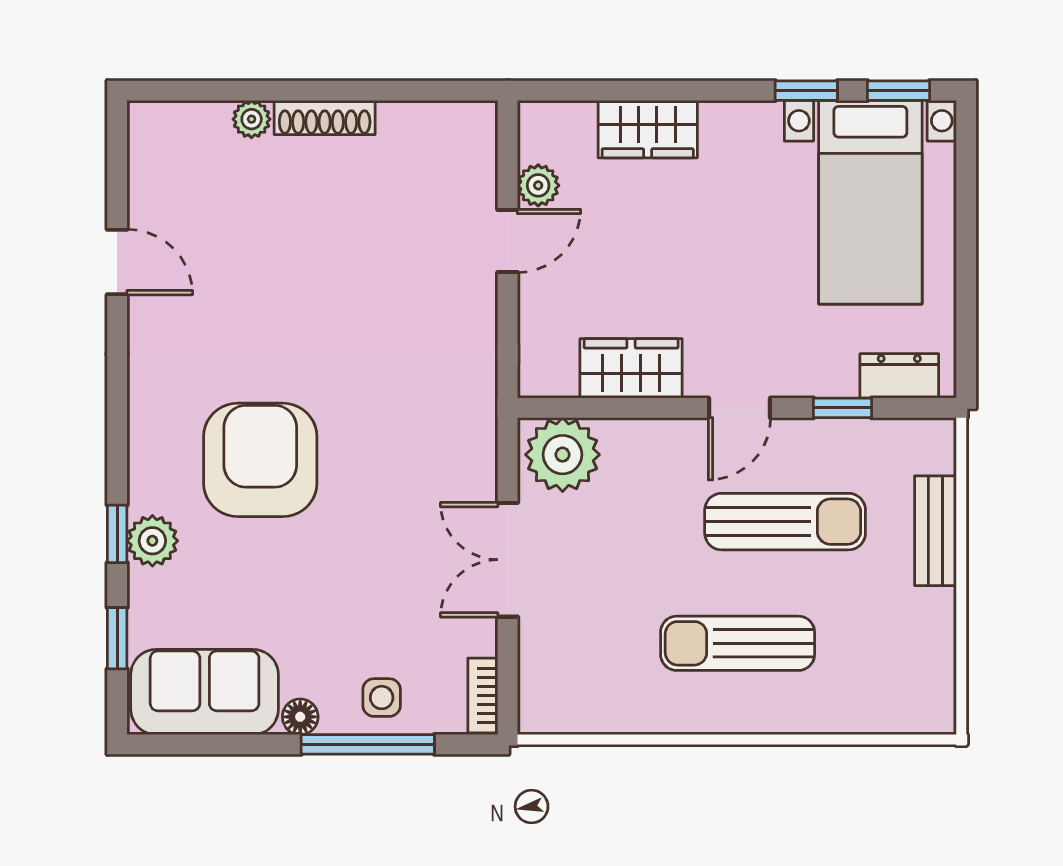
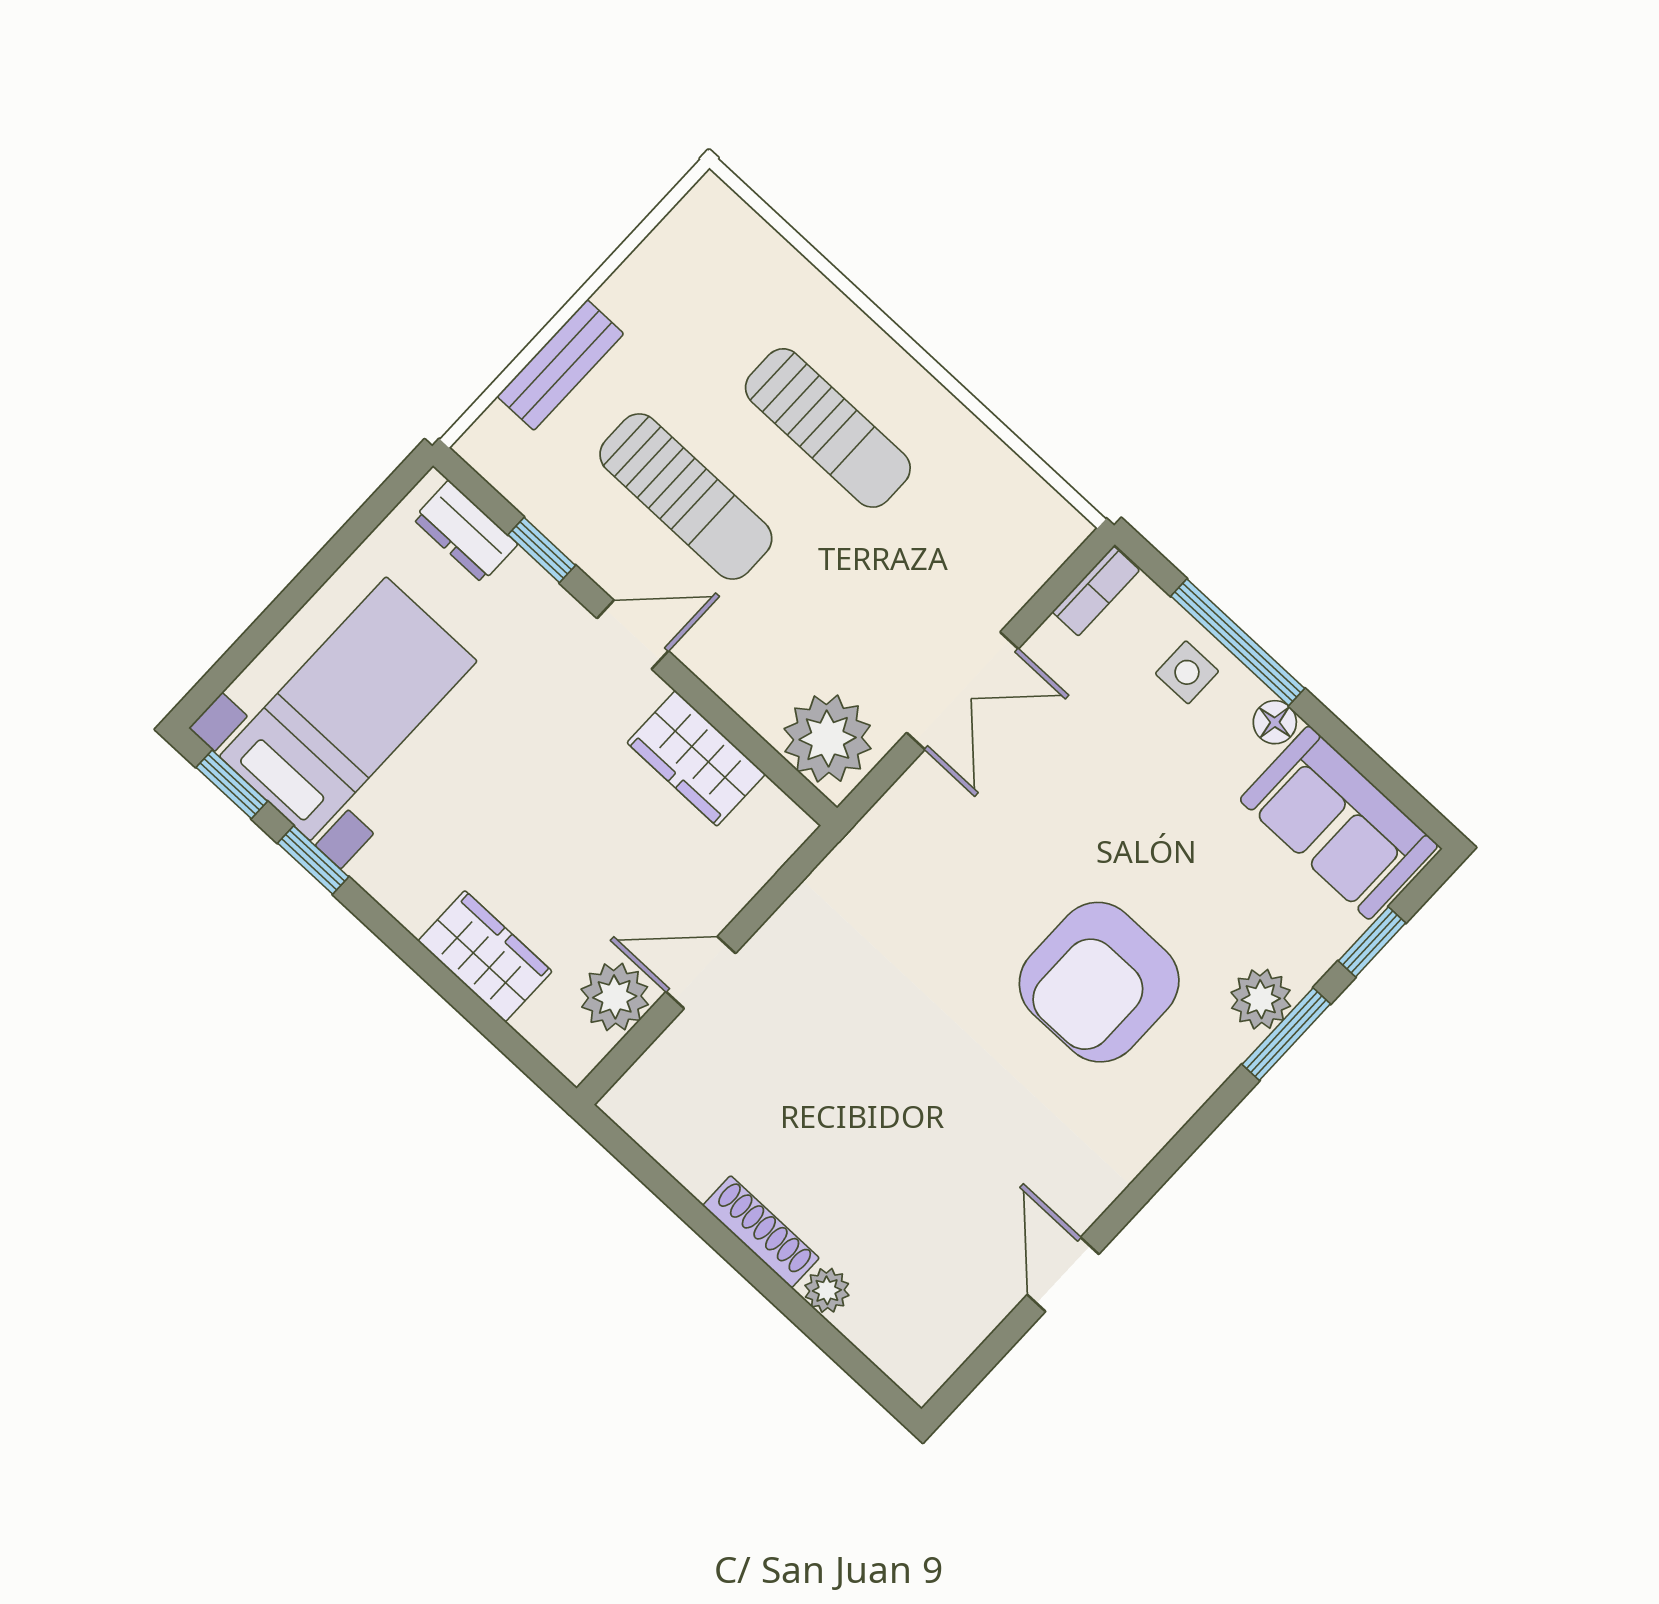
plant: (538, 185) -> (615, 997), width x1.38, depth x1.38
sun lounger: (785, 522) -> (686, 496), turned 180
window: (117, 534) -> (1286, 1034), width x1.50

